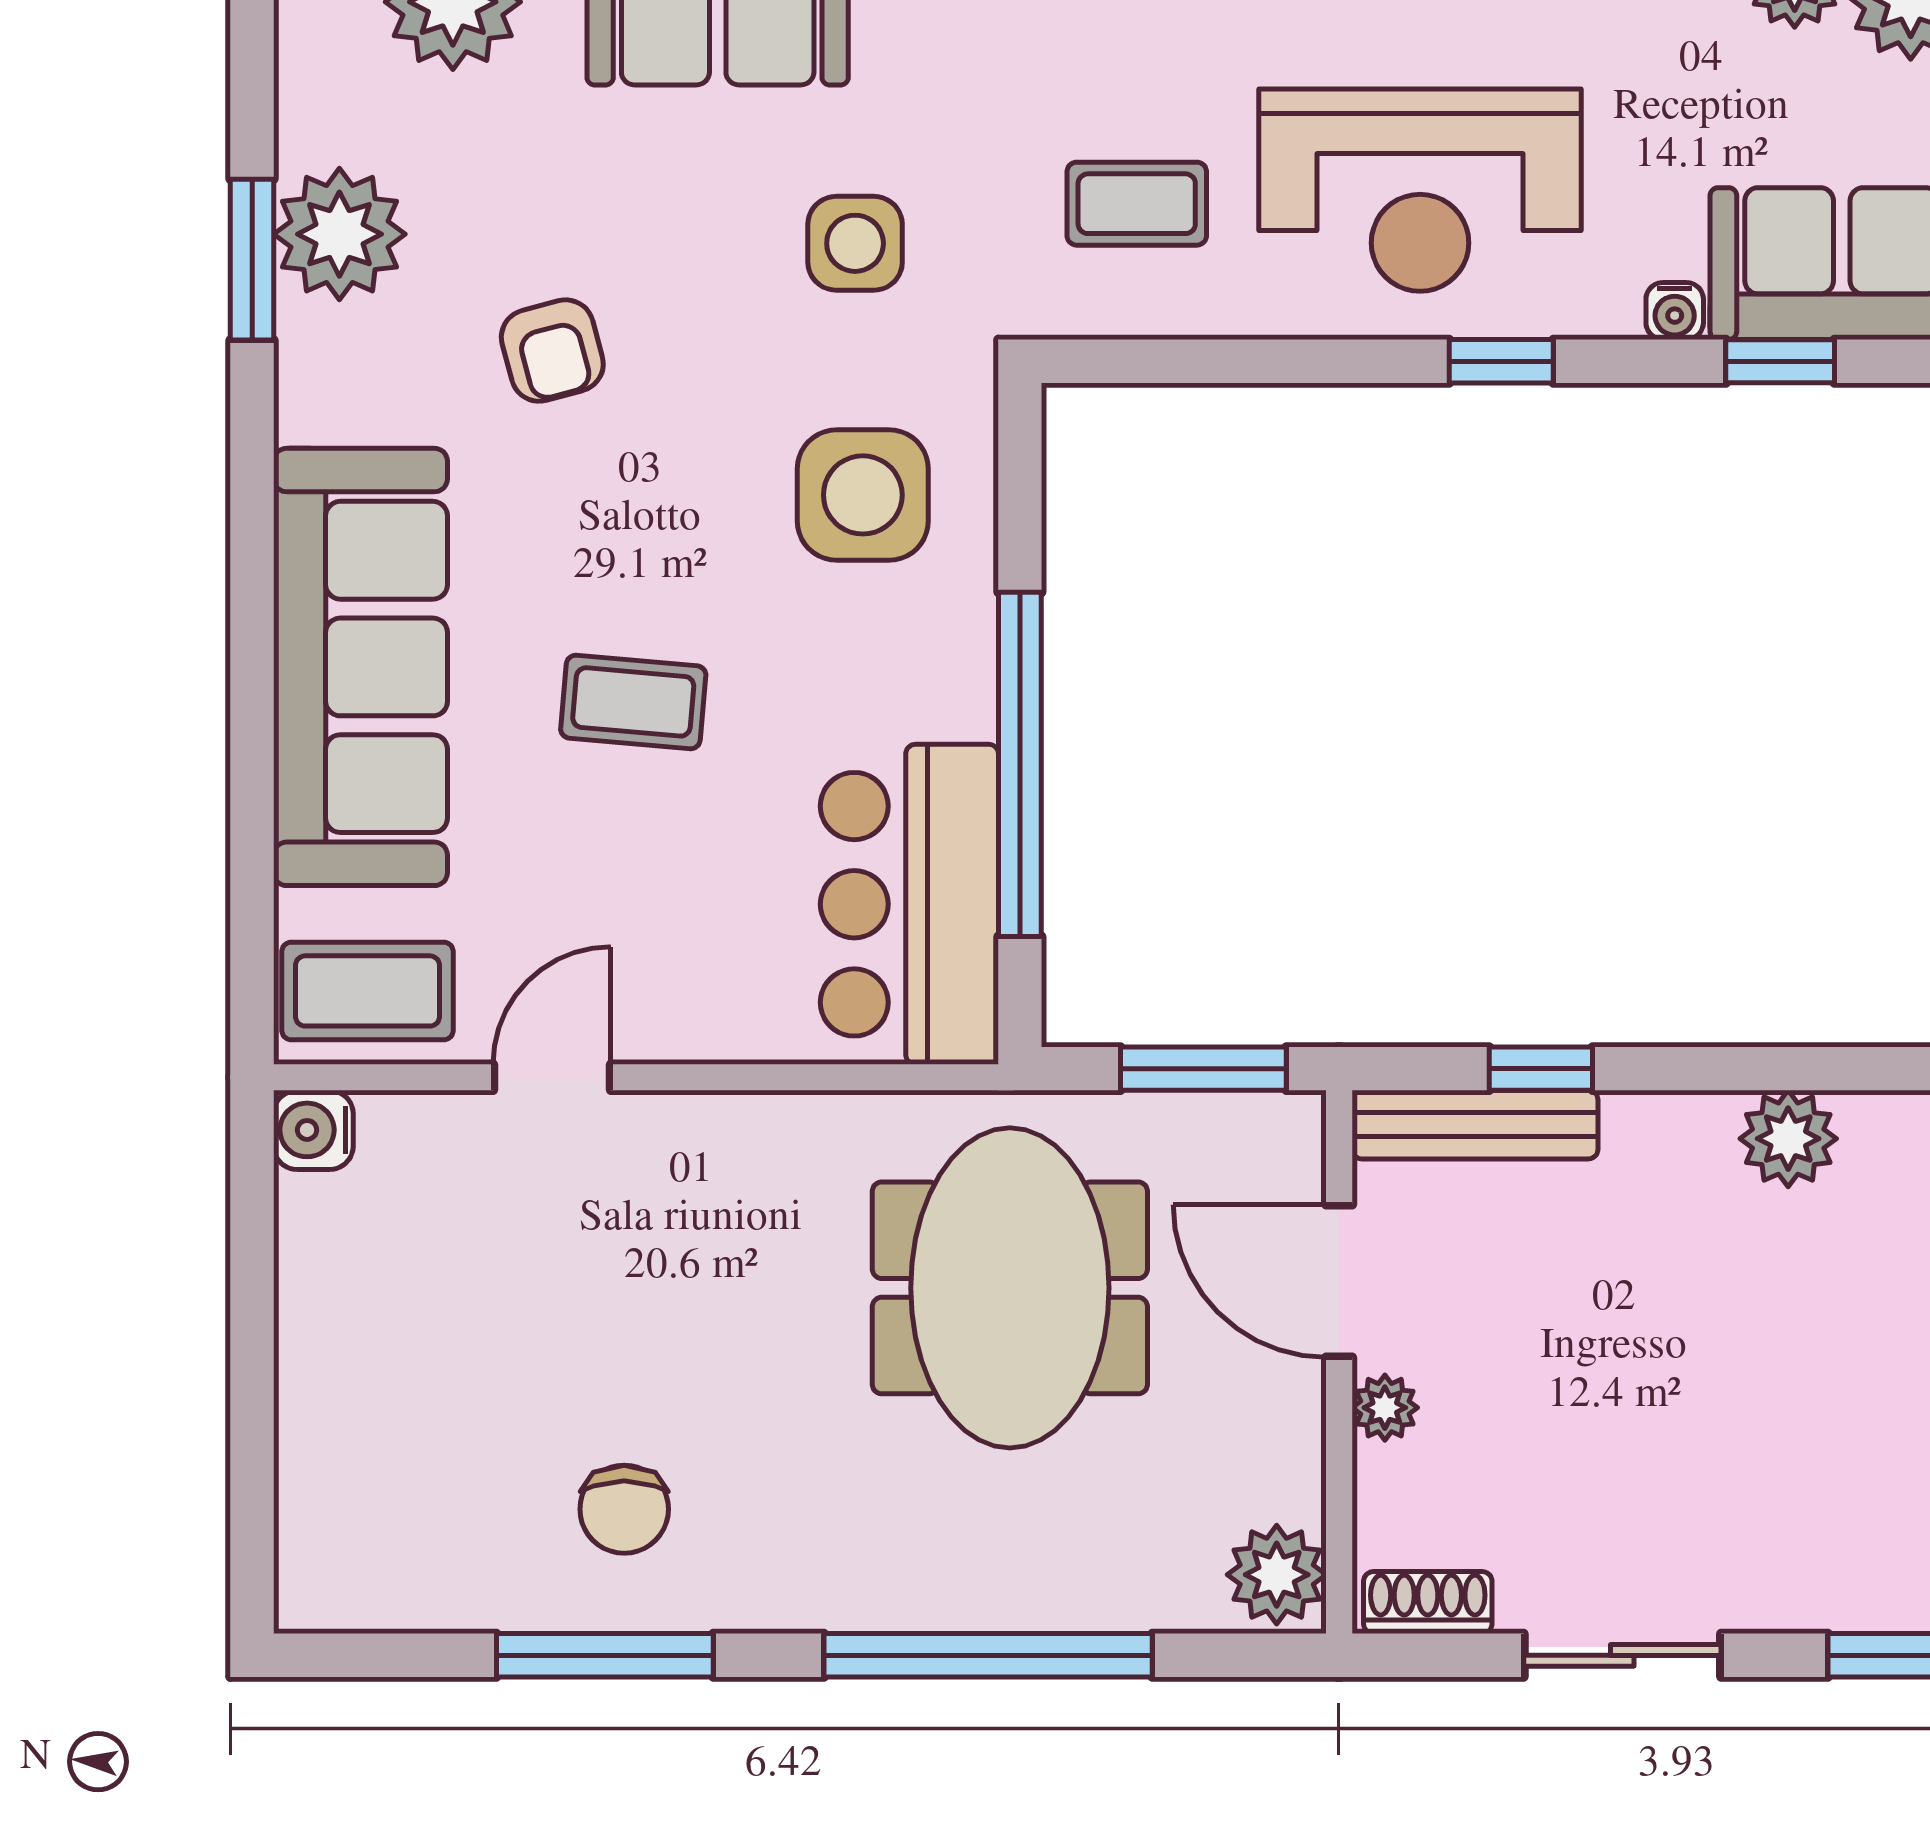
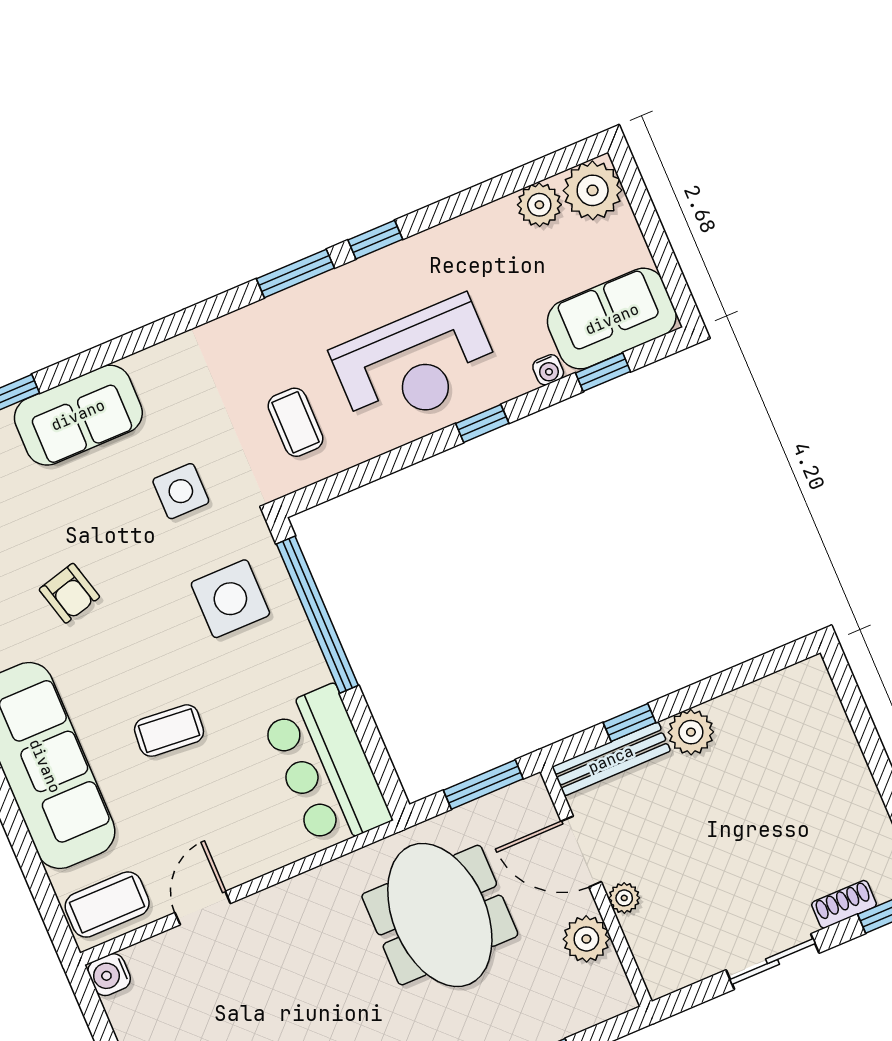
coffee table: (1137, 204) -> (295, 422), turned 90
window: (1020, 764) -> (317, 615), moved
plant: (1788, 1139) -> (691, 732), moved
plant: (1277, 1575) -> (586, 939), moved
shoe rack: (1428, 1603) -> (844, 904), moved

